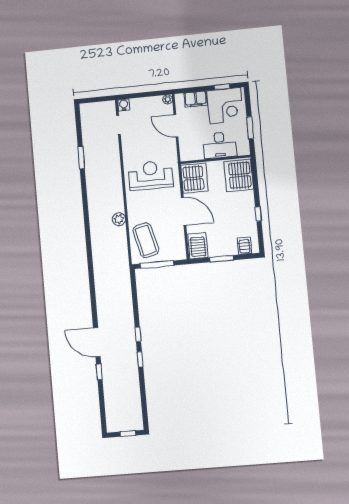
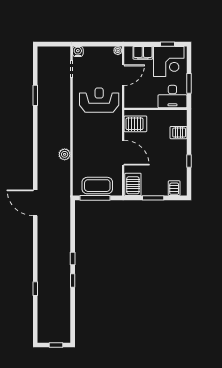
door: (176, 126) -> (123, 75), swing flipped
desk: (220, 145) -> (172, 97), moved
reception desk: (151, 175) -> (99, 100), moved
server rack: (239, 175) -> (178, 133), width x0.46, depth x0.70
server rack: (194, 178) -> (135, 124), width x0.62
coffee table: (146, 240) -> (97, 186), moved, turned -76
door: (97, 342) -> (35, 203), moved

